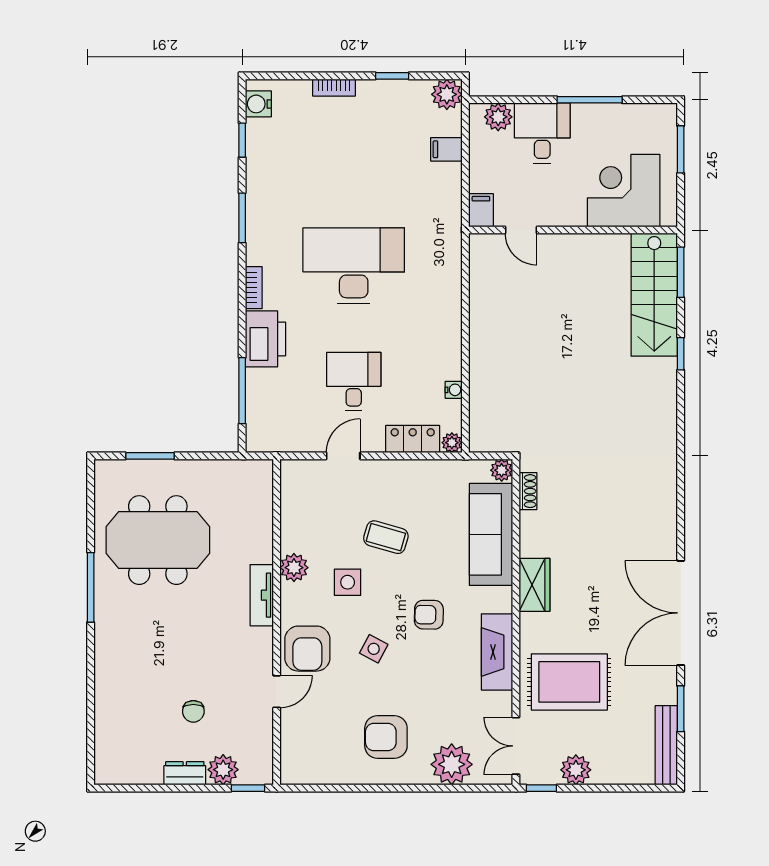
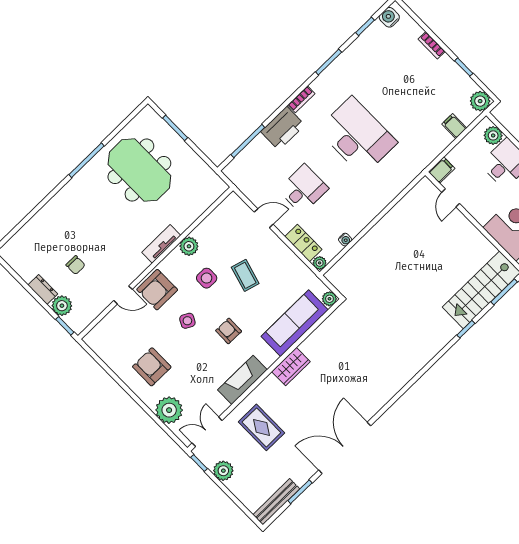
shoe rack: (528, 491) -> (332, 321), removed
rug: (569, 682) -> (261, 427), width x0.73, depth x0.70
chair: (193, 711) -> (76, 265), turned -90

